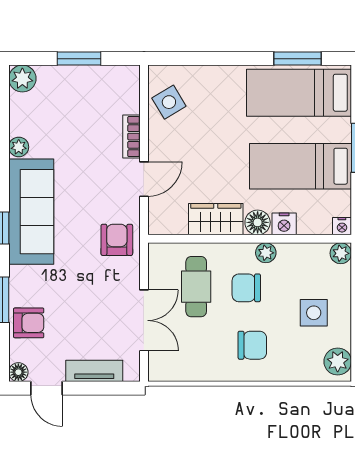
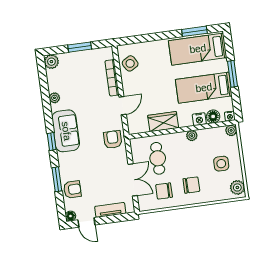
bookcase: (131, 137) -> (112, 78), width x1.56
sofa: (31, 212) -> (66, 131), width x0.73
floor lamp: (258, 222) -> (213, 116), moved
chair: (246, 288) -> (164, 191), moved

